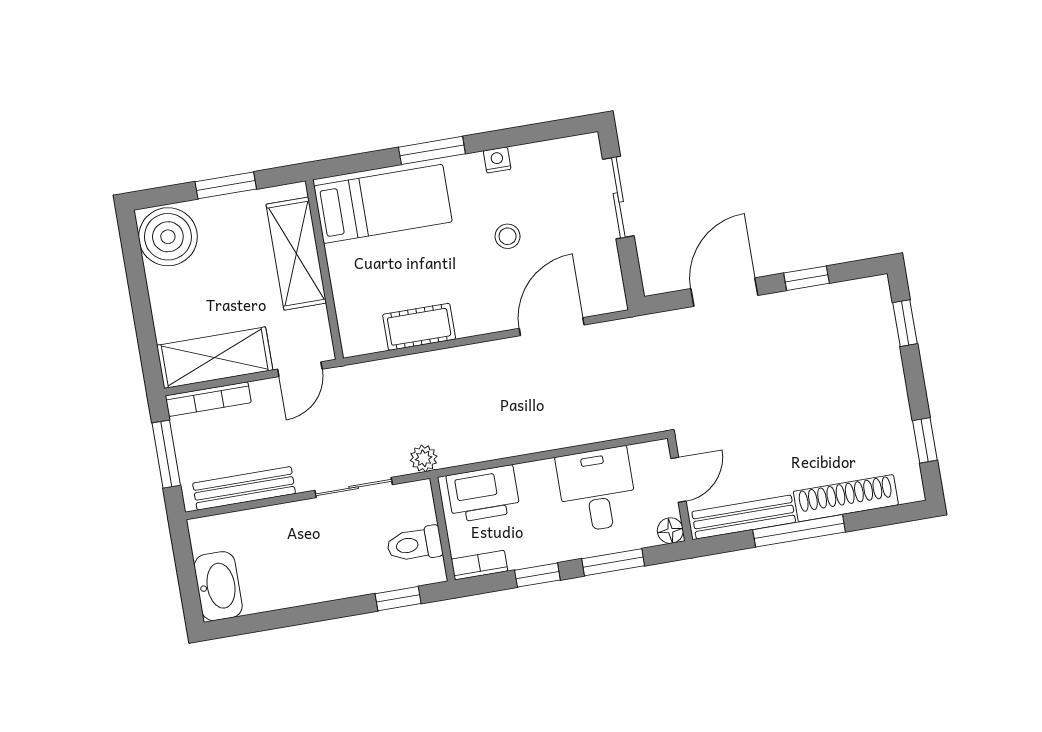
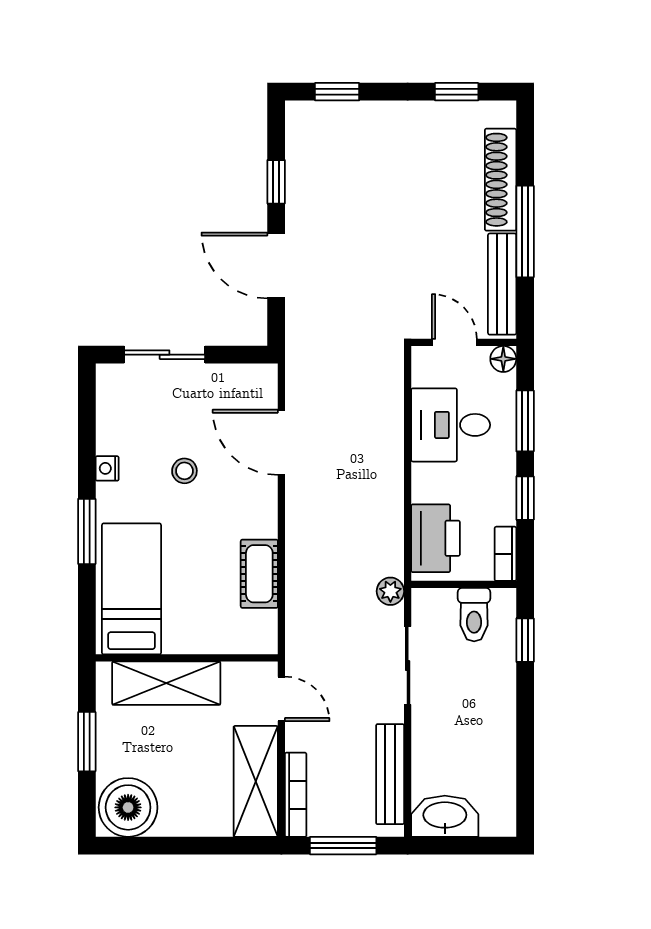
washbasin: (218, 586) -> (445, 816), moved

